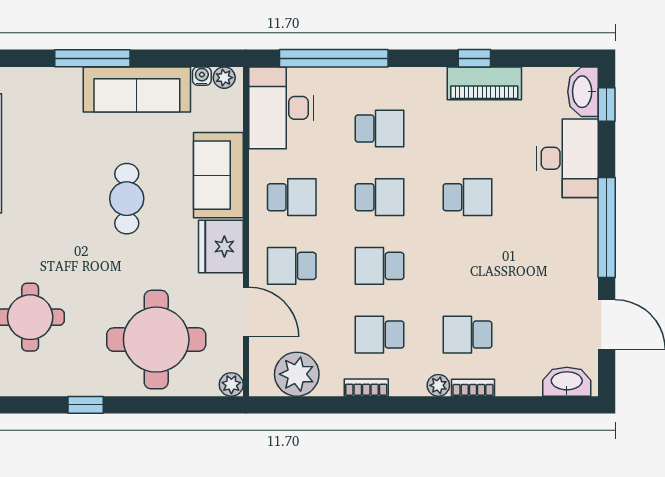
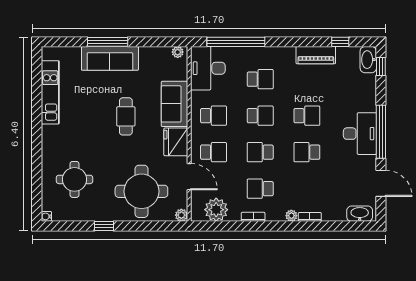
window: (474, 58) -> (340, 42), moved
water cooler: (202, 76) -> (166, 51), removed
sofa: (137, 89) -> (110, 58), moved
desk: (567, 158) -> (360, 134), moved
school desk: (292, 266) -> (214, 152), turned 180
school desk: (467, 335) -> (307, 152), moved

